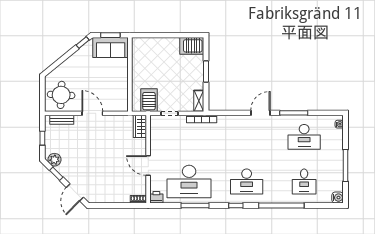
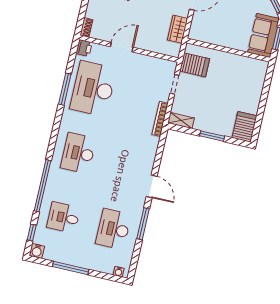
wardrobe: (140, 126) -> (178, 29), moved, turned -90
window: (236, 205) -> (32, 233), moved

